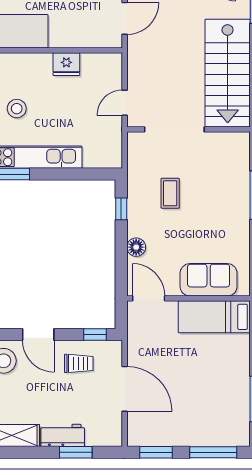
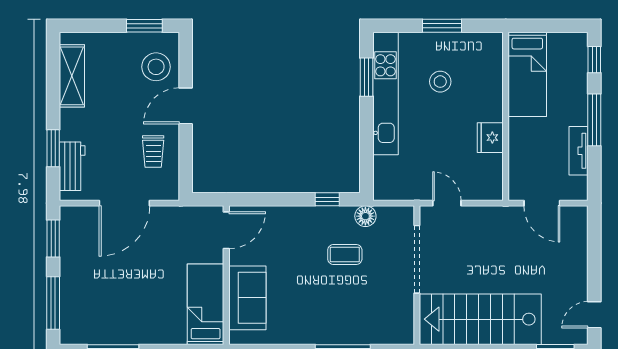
floor lamp: (136, 247) -> (365, 216), moved
window: (95, 335) -> (186, 170), removed
workbench: (63, 435) -> (72, 166), moved

